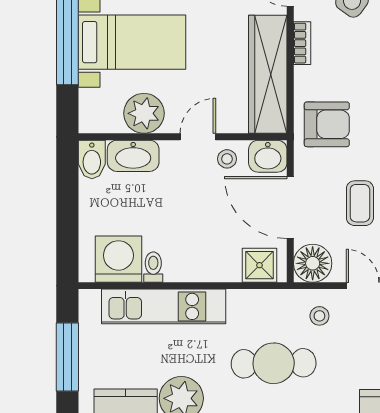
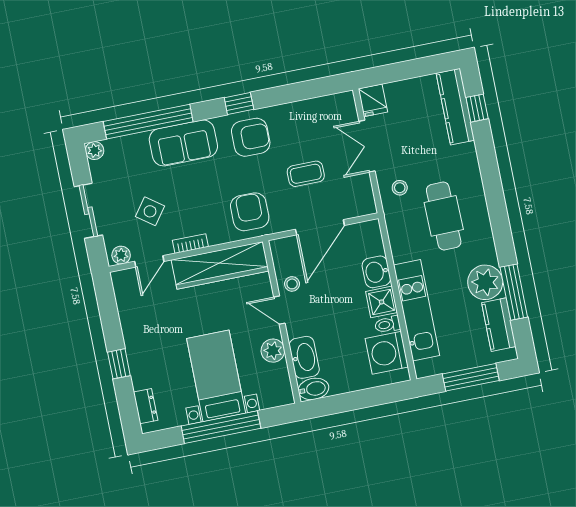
plant: (144, 113) -> (273, 351), width x0.73, depth x0.73
washbasin: (268, 156) -> (376, 272), moved, turned 180
floor lamp: (313, 263) -> (360, 201), removed
shower: (260, 265) -> (382, 302), moved

